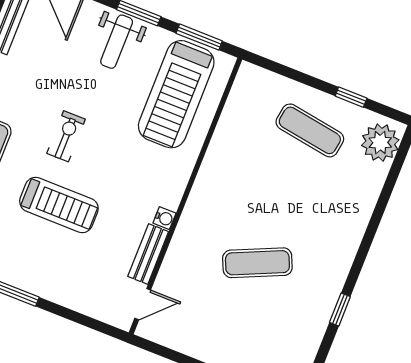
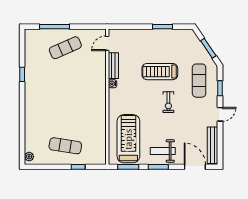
weight bench: (117, 42) -> (163, 151), turned -90
window: (351, 97) -> (78, 167), moved
plant: (380, 143) -> (29, 157), width x0.53, depth x0.53
exercise mat: (257, 263) -> (65, 48), moved

